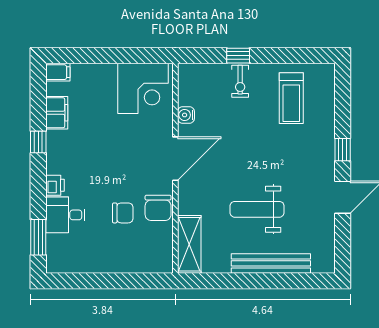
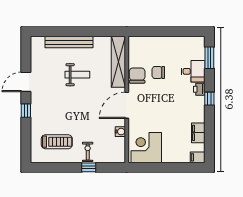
treadmill: (291, 98) -> (57, 142), turned 90
window: (38, 142) -> (209, 99), moved
weight bench: (257, 209) -> (77, 75), width x0.73, depth x0.75
shelving: (189, 244) -> (118, 62), width x1.47

